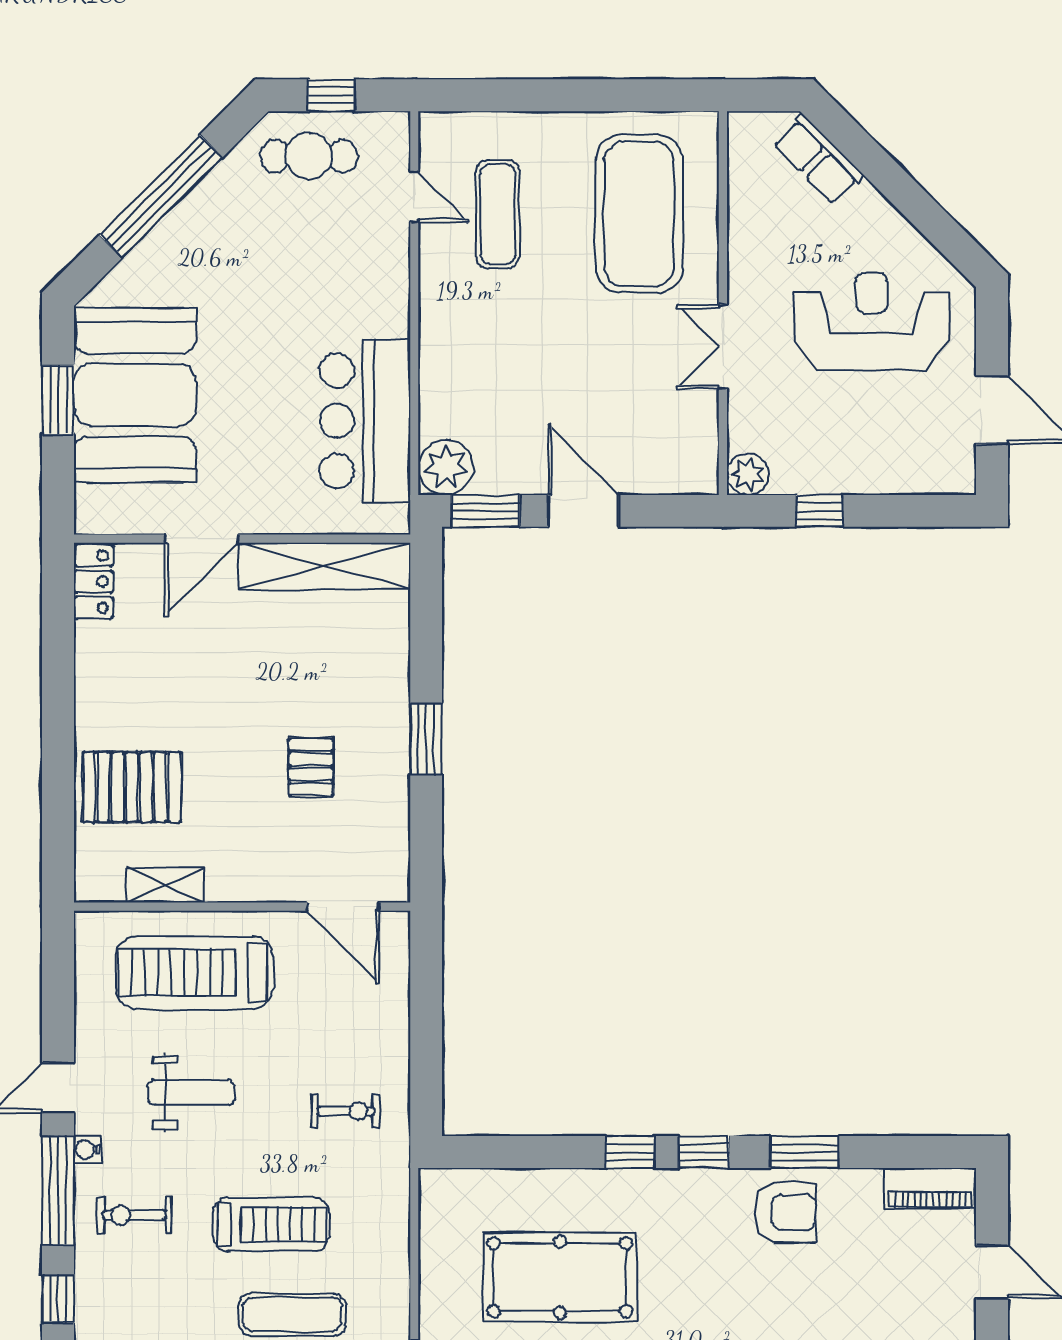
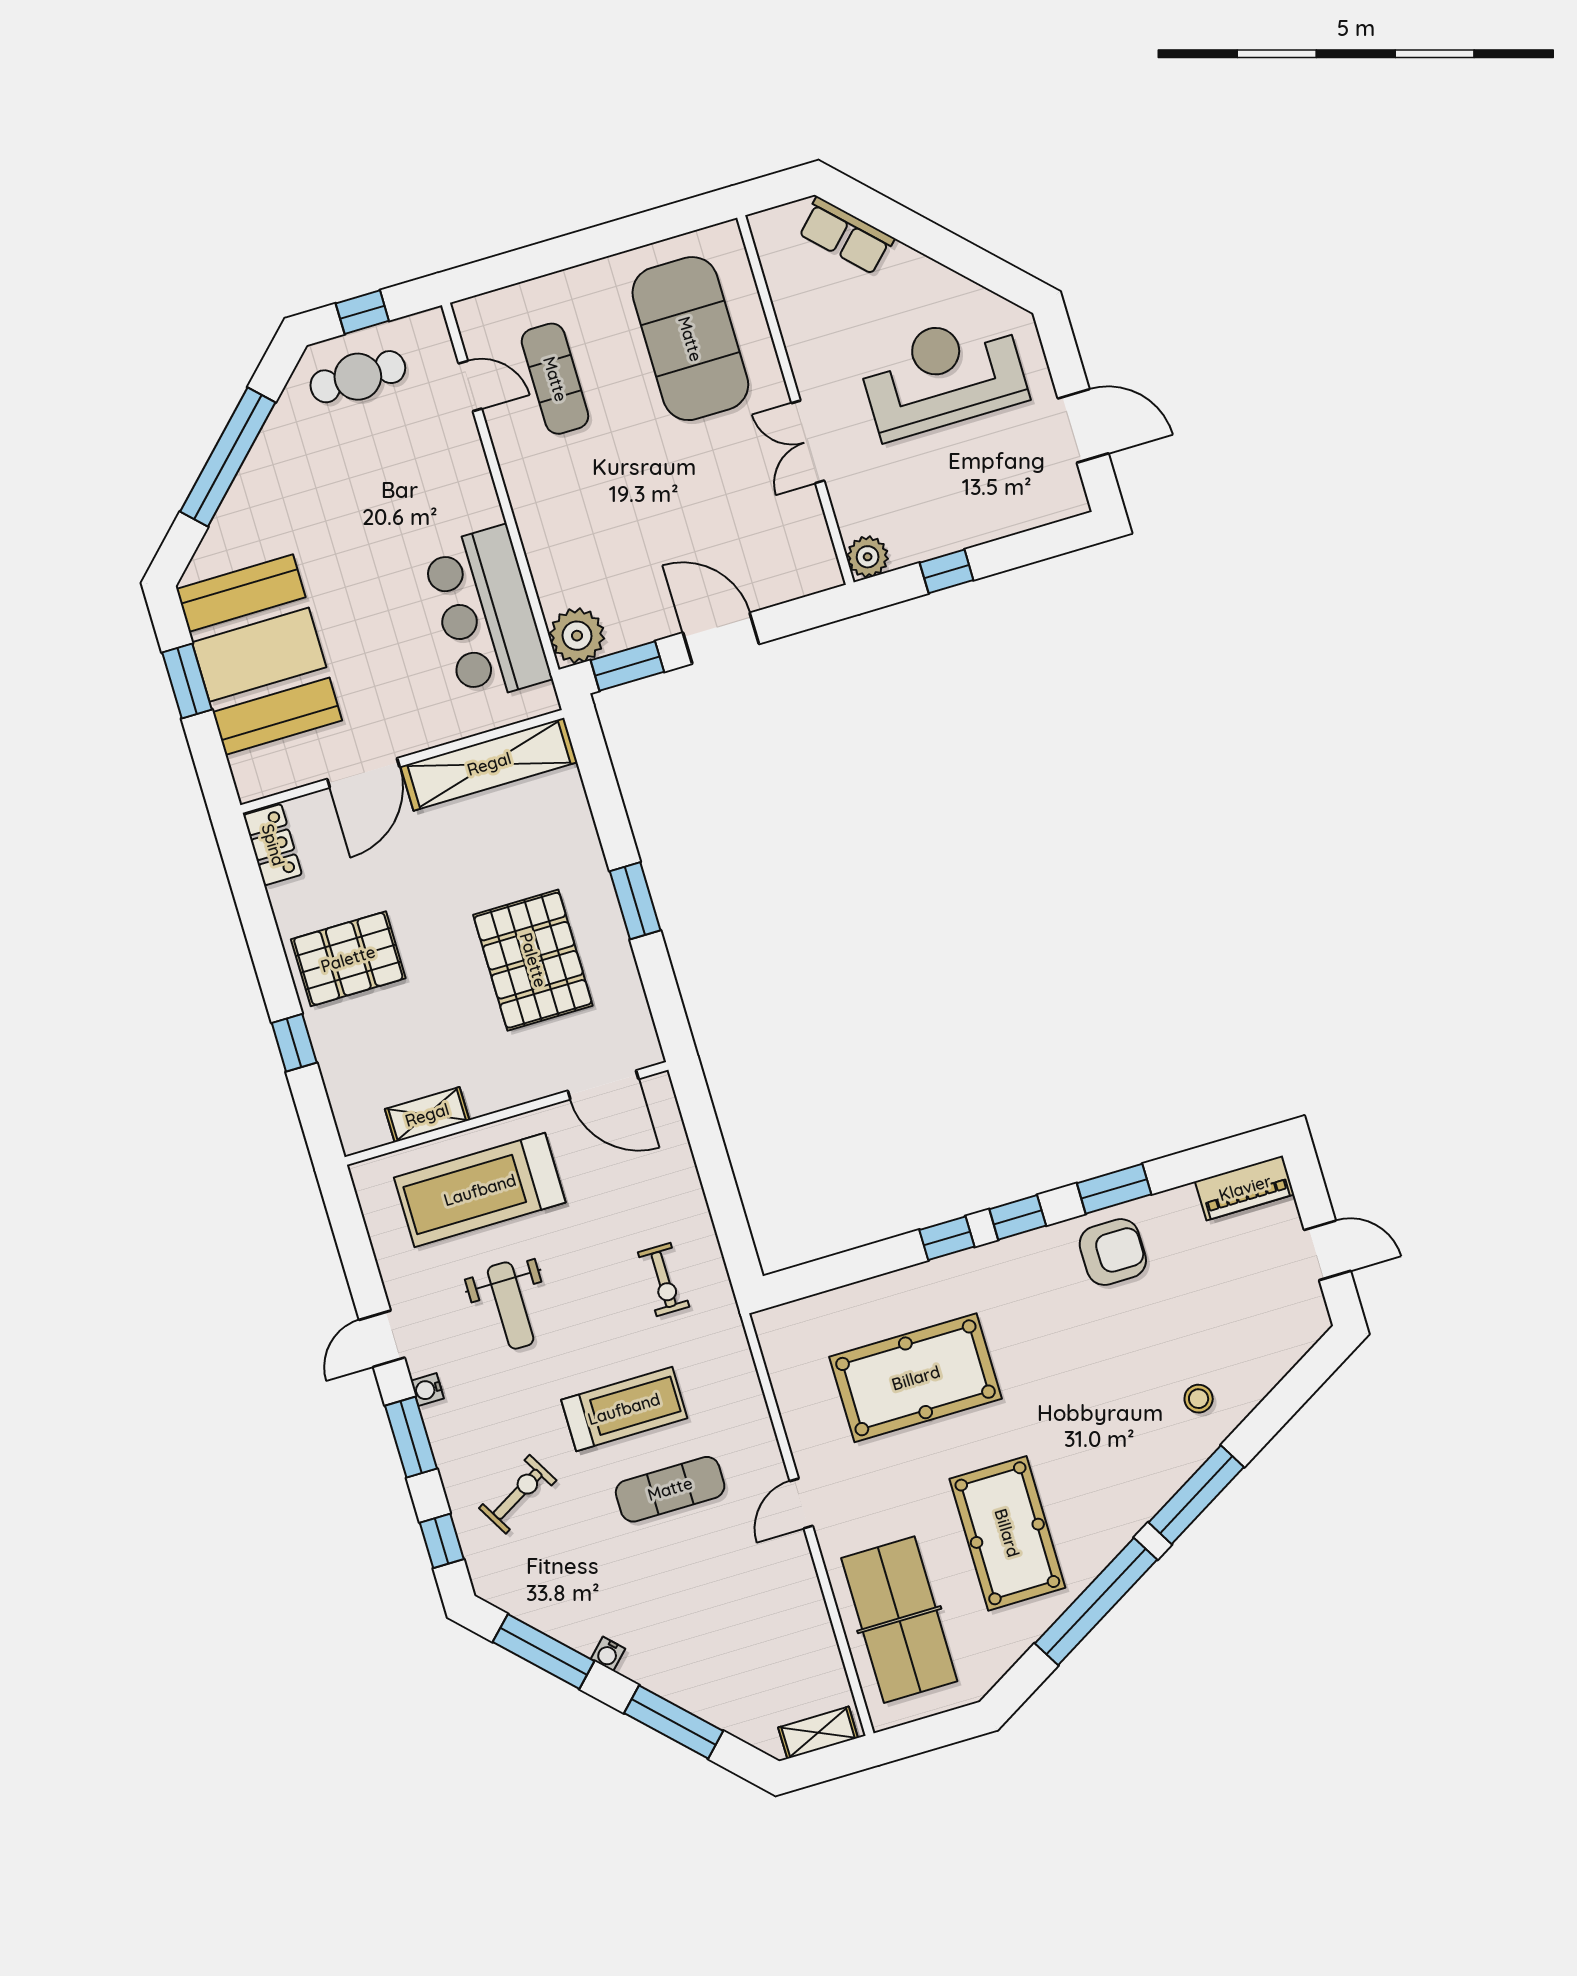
pallet: (311, 767) -> (533, 960), width x2.05, depth x2.00
window: (58, 778) -> (294, 1043), added
pallet: (132, 787) -> (348, 959), moved
weight bench: (191, 1092) -> (511, 1306), turned 90
exercise bike: (346, 1111) -> (664, 1280), turned 90
window: (58, 1191) -> (411, 1437), width x0.69
exercise bike: (134, 1215) -> (518, 1494), moved, turned 150

